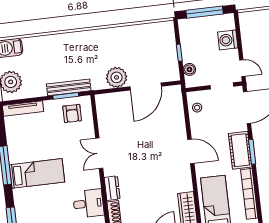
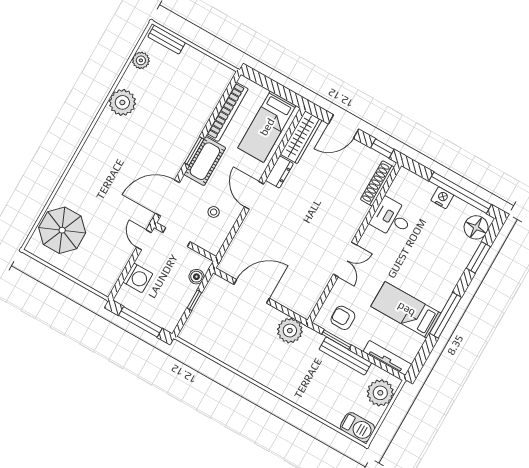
plant: (117, 77) -> (290, 331), moved
bench: (69, 87) -> (345, 356), moved
stool: (197, 108) -> (214, 212), moved
armchair: (72, 114) -> (343, 318), turned -90
bed: (37, 173) -> (406, 310), moved
dresser: (112, 188) -> (279, 172), moved, turned 180

